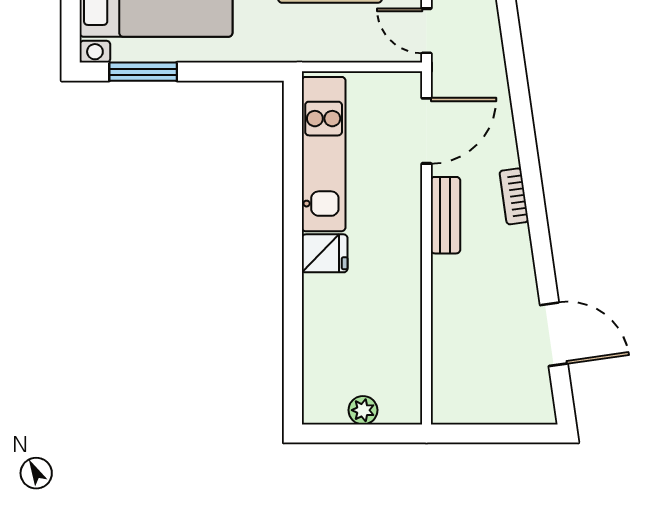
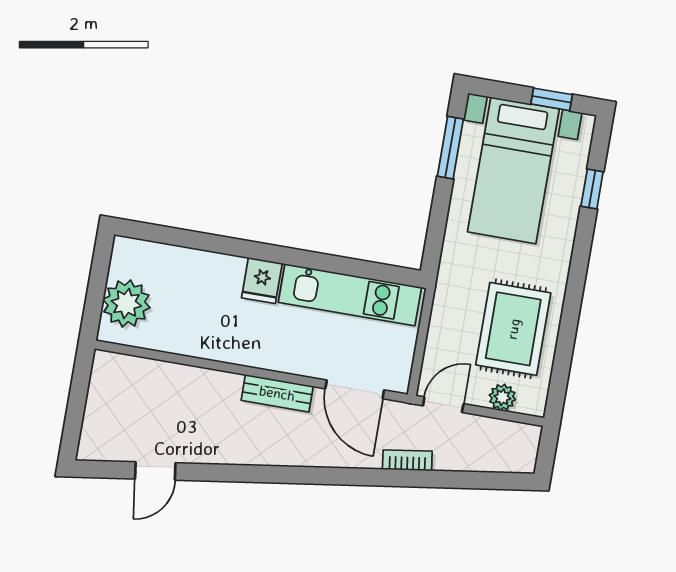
bookcase: (514, 196) -> (407, 460), moved
door: (554, 334) -> (155, 471), width x0.73
plant: (363, 410) -> (126, 304), width x1.88, depth x1.88

